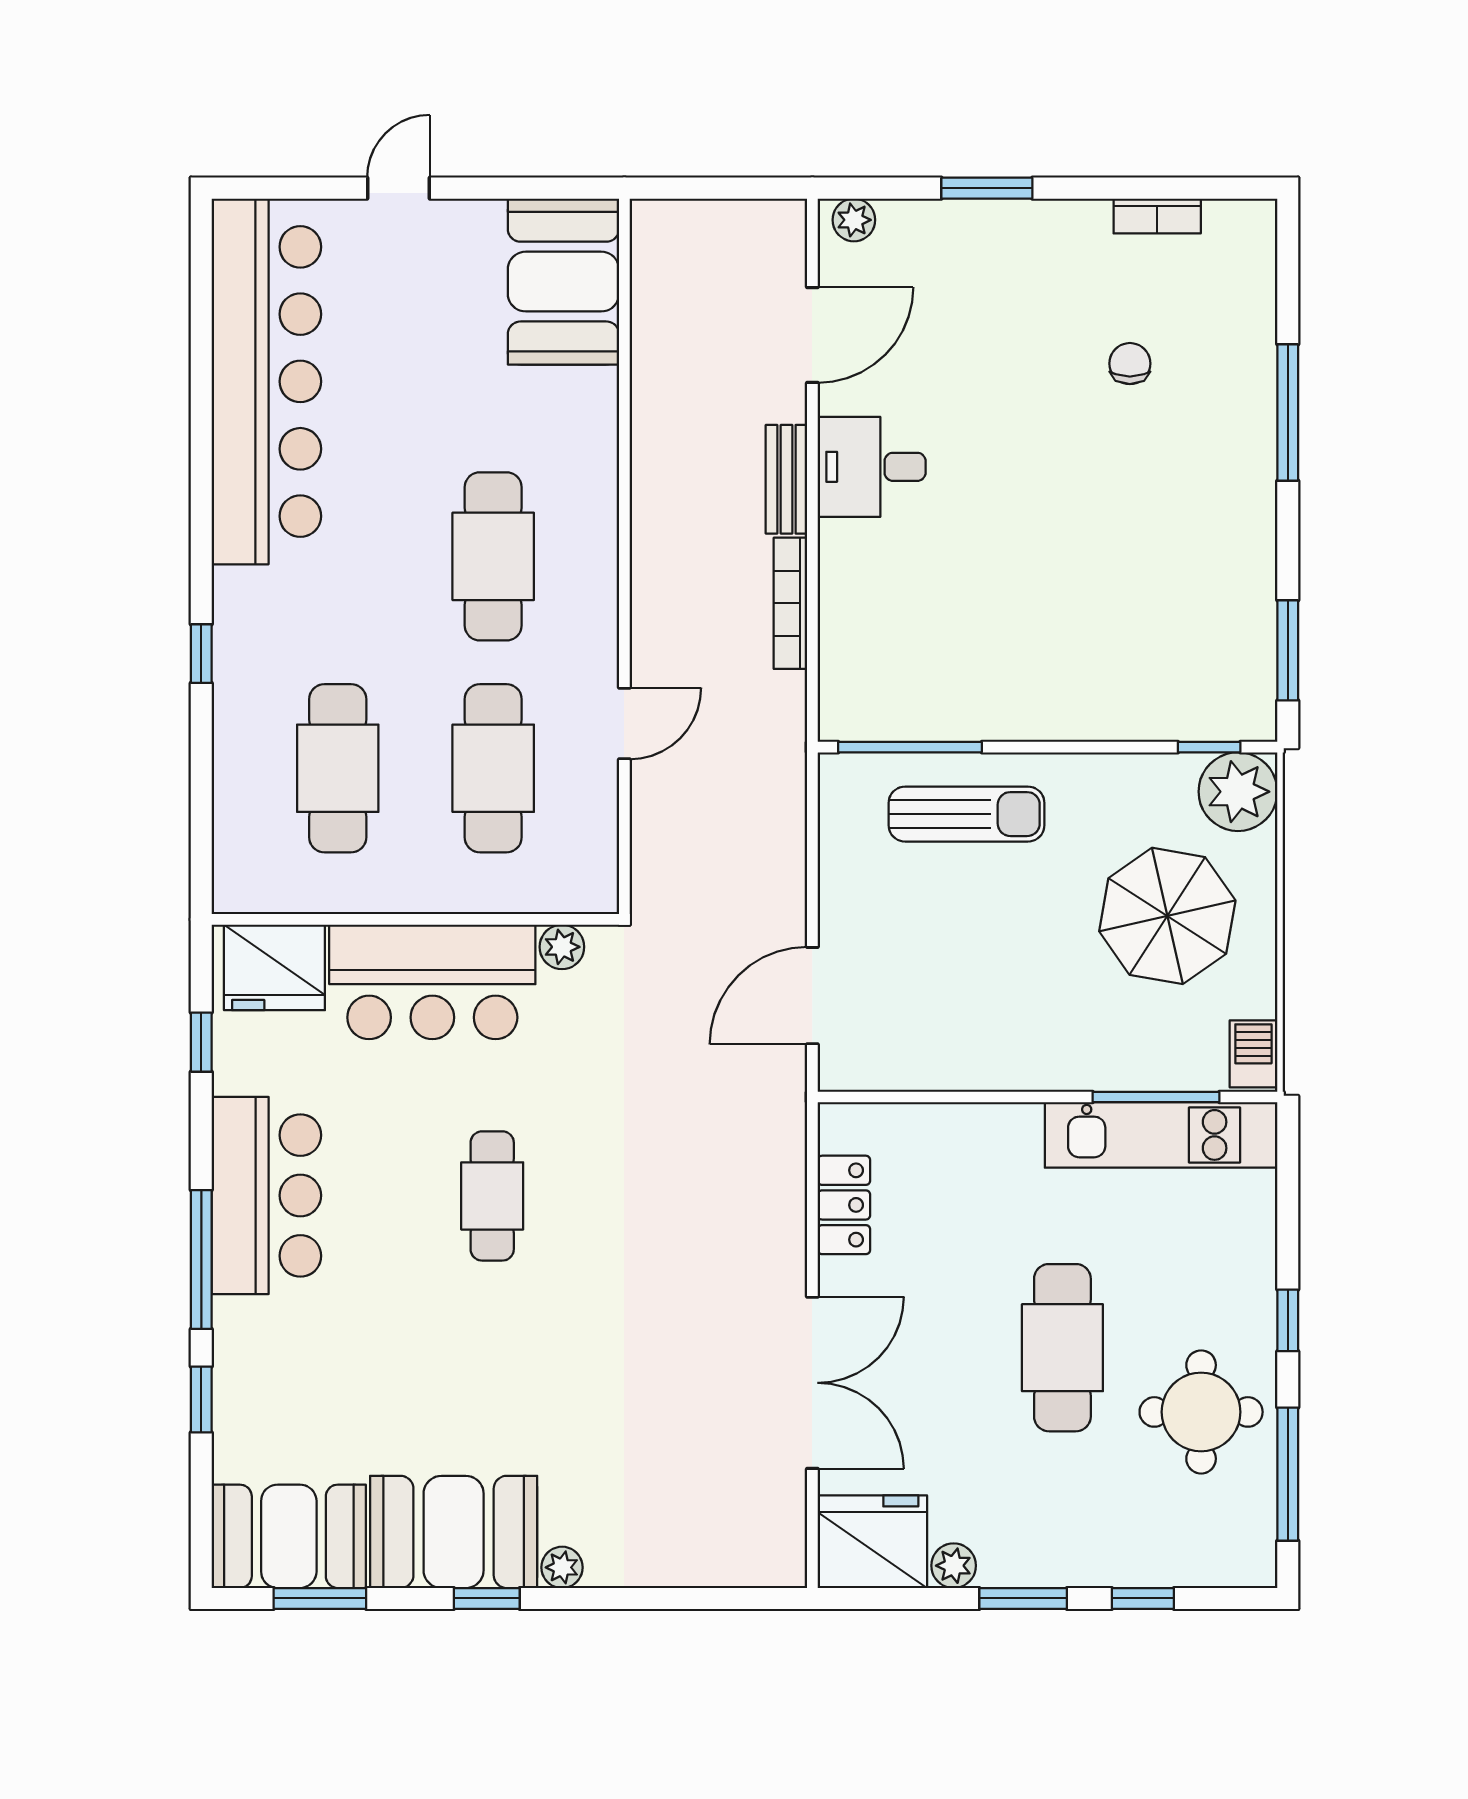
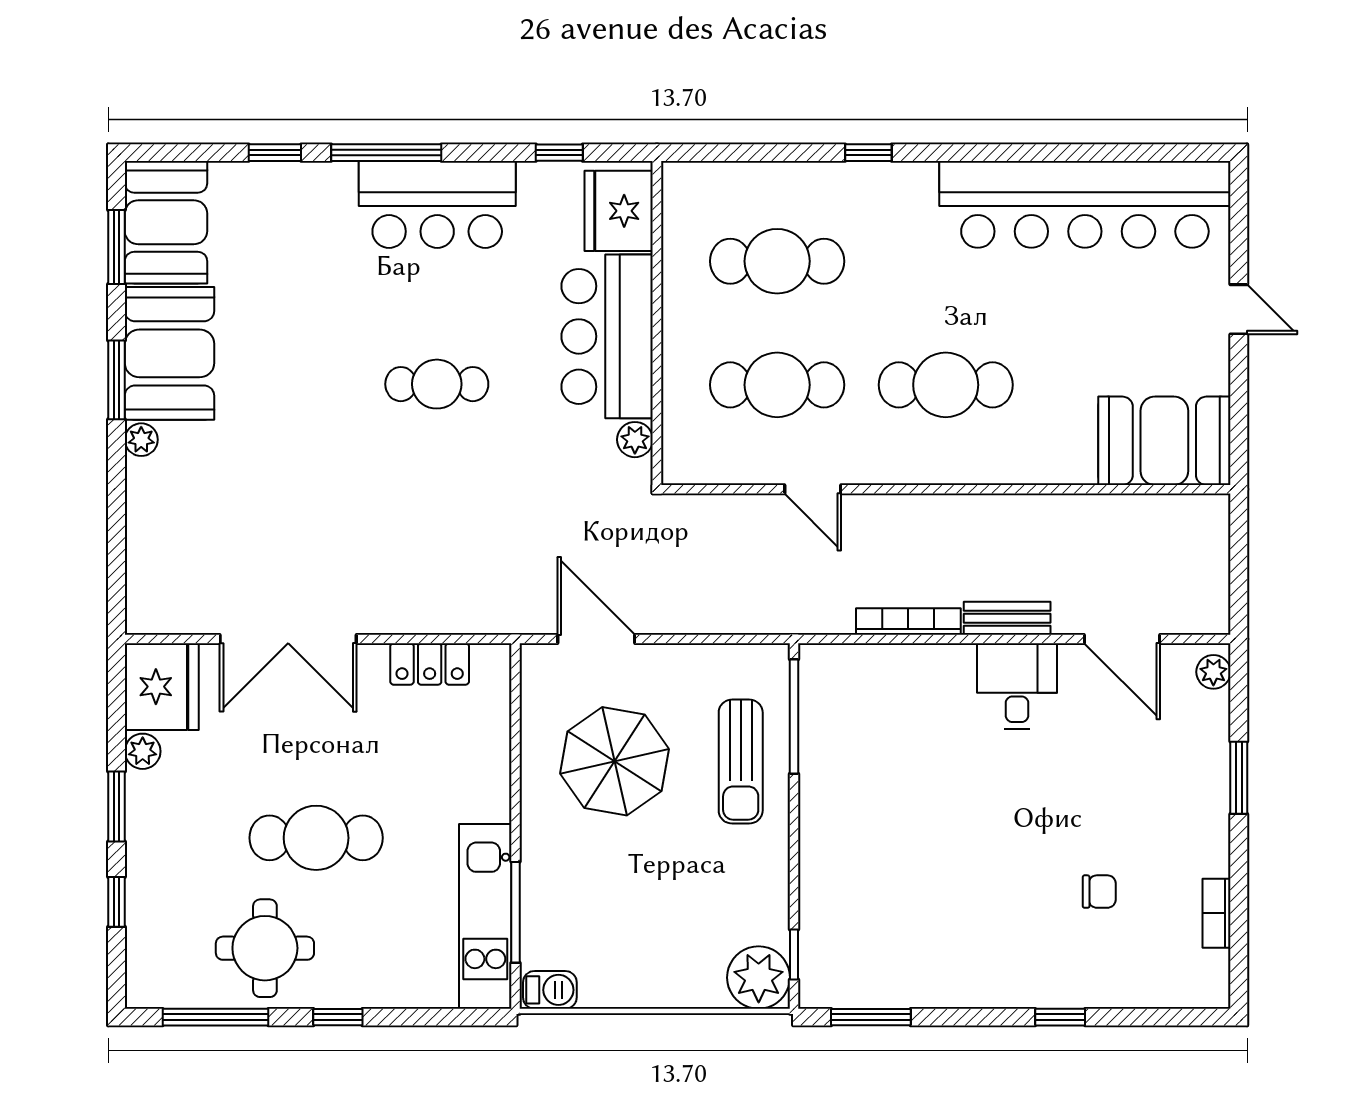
window: (1288, 413) -> (1060, 1017), width x0.46
parasol: (1167, 916) -> (615, 761), moved
window: (487, 1598) -> (117, 380), width x1.50

